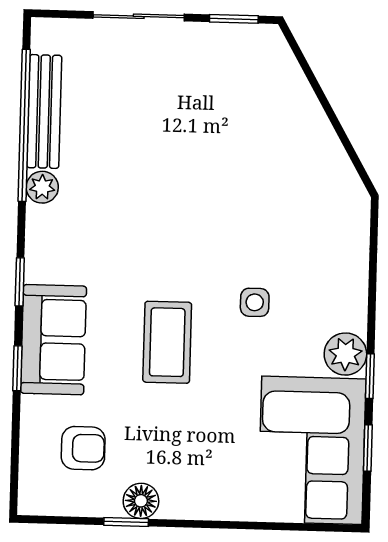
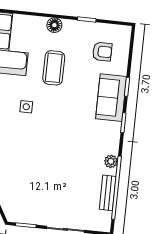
bench: (44, 111) -> (108, 193), width x0.73
coffee table: (167, 342) -> (54, 68), moved
armchair: (83, 448) -> (102, 52), turned 180
floor lamp: (141, 501) -> (54, 25), moved

